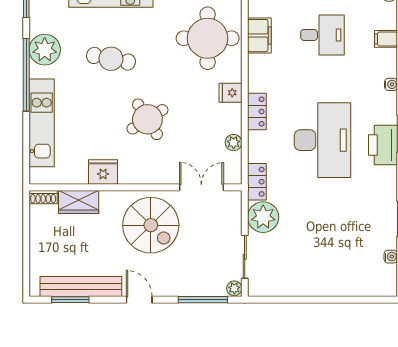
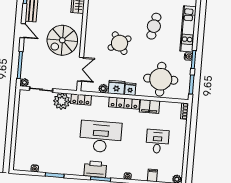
desk: (322, 35) -> (157, 141), turned 180
filing cabinet: (259, 36) -> (150, 106), moved
locker: (257, 112) -> (124, 103), width x1.53
desk: (322, 140) -> (101, 137), turned 180
fridge: (103, 172) -> (116, 87), moved, turned -90
door: (139, 300) -> (23, 31), hinge flipped

